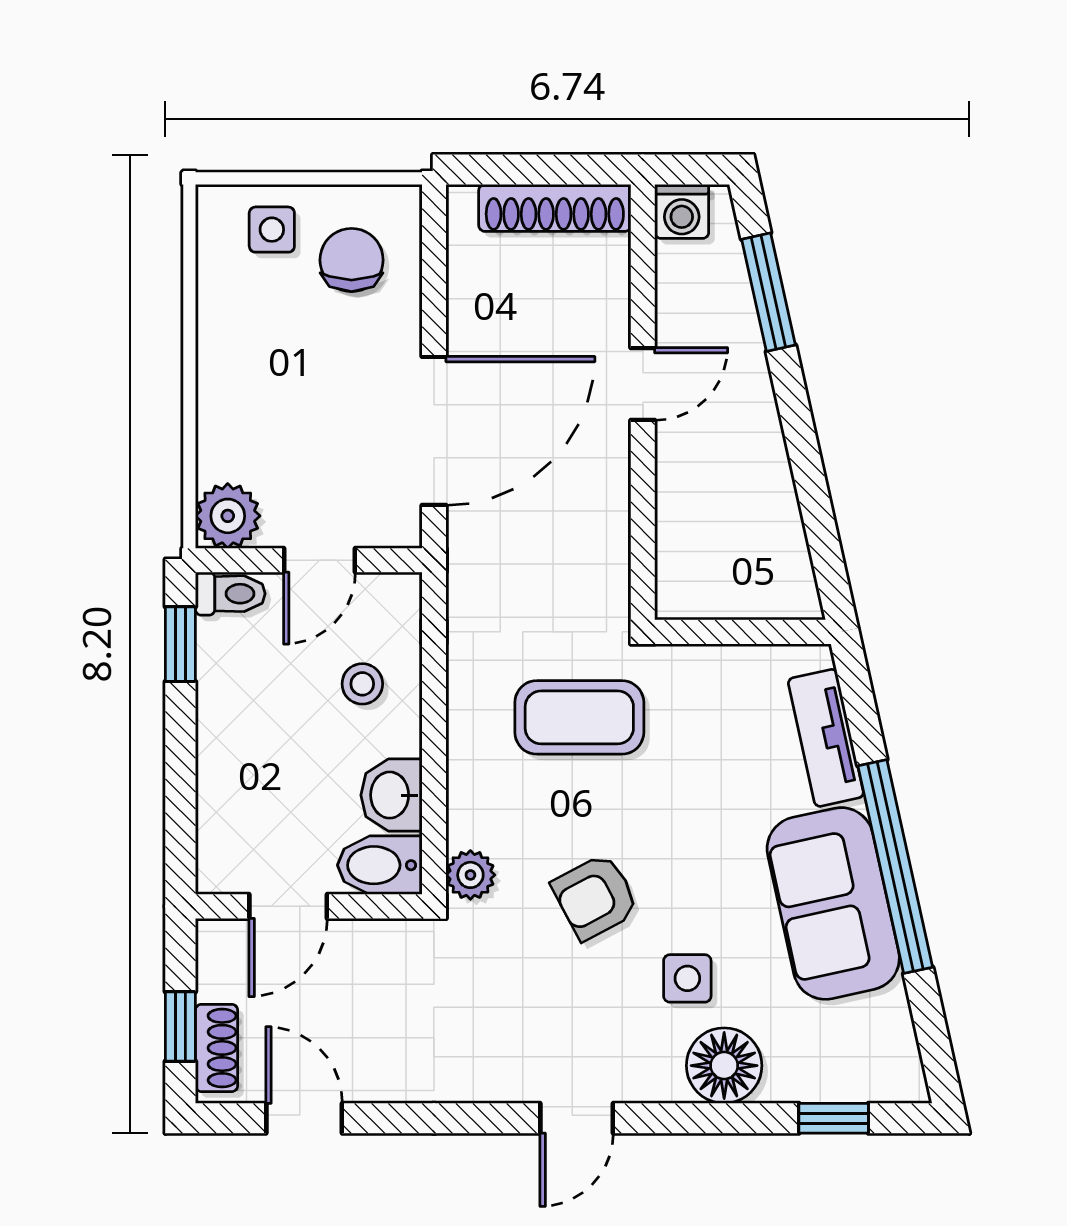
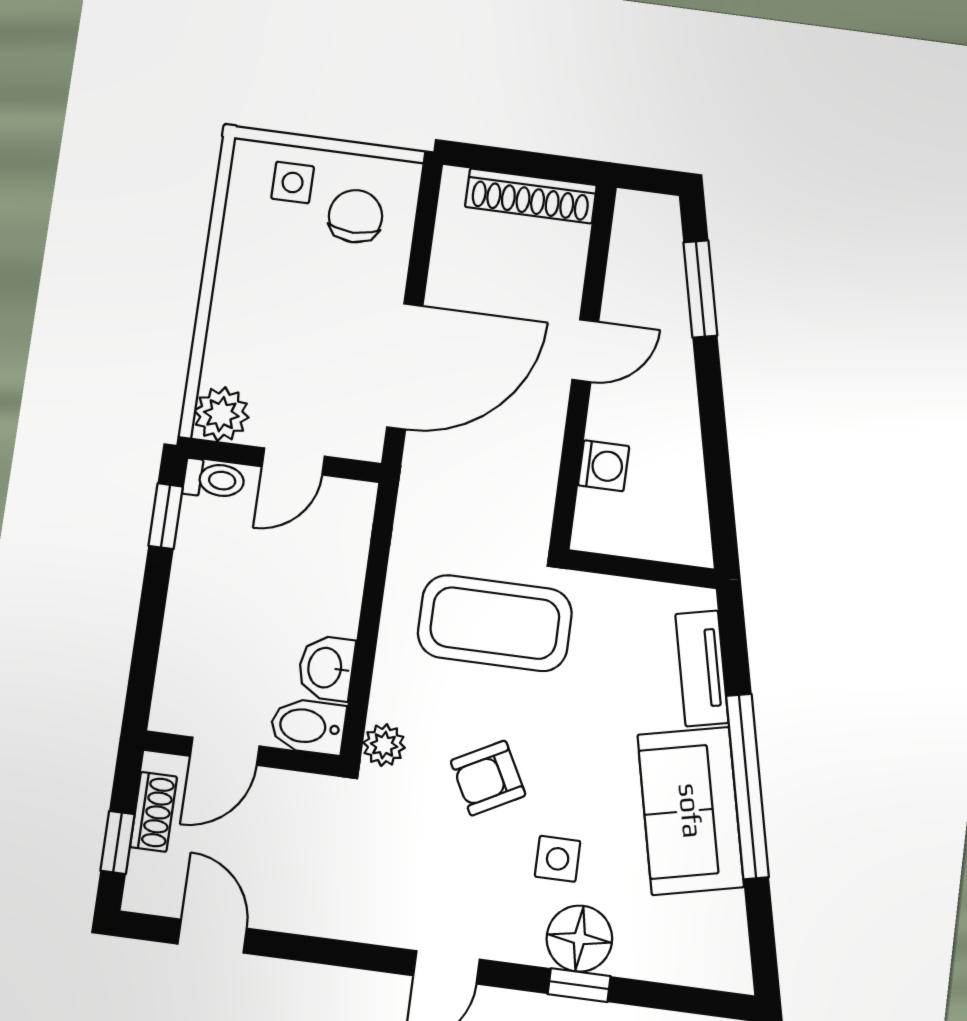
washing machine: (682, 211) -> (604, 466), moved, turned -90
stool: (362, 684) -> (315, 570), removed
coffee table: (579, 717) -> (495, 623), width x1.36, depth x1.32
shoe rack: (217, 1048) -> (154, 812), moved
window: (834, 1118) -> (579, 985), moved

